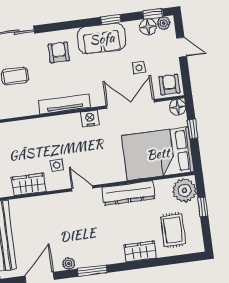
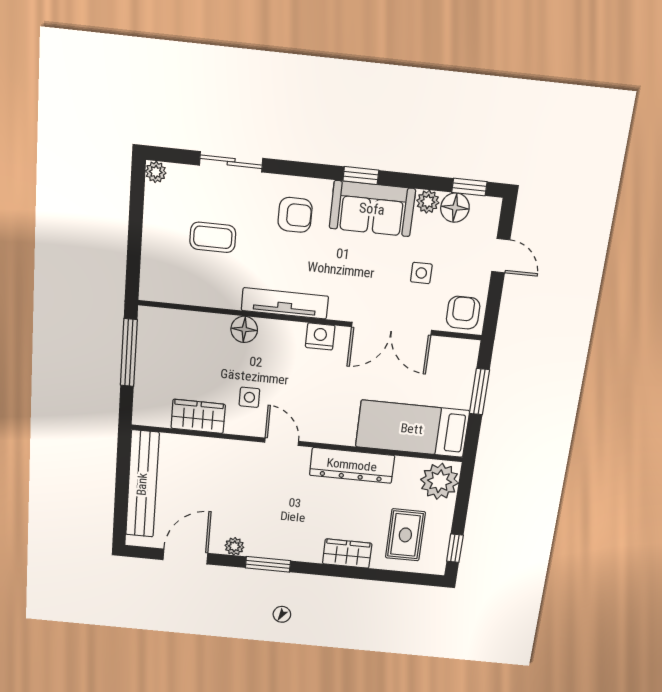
window: (111, 19) -> (361, 176), moved
plant: (164, 23) -> (428, 202), moved
armchair: (59, 52) -> (295, 215), turned 90
double door: (130, 104) -> (392, 329), swing flipped
floor lamp: (178, 107) -> (244, 329), moved
window: (193, 129) -> (479, 392), width x1.50
bed: (158, 154) -> (412, 429), width x0.67
window: (203, 207) -> (455, 548), moved

